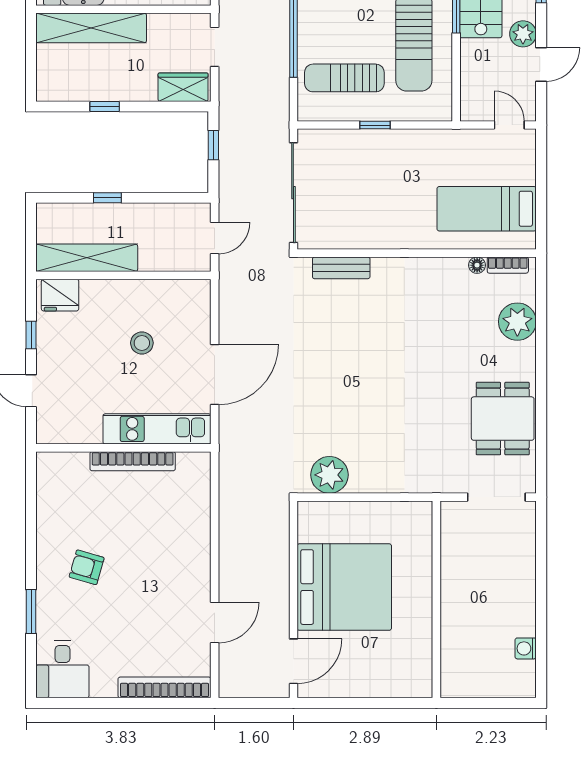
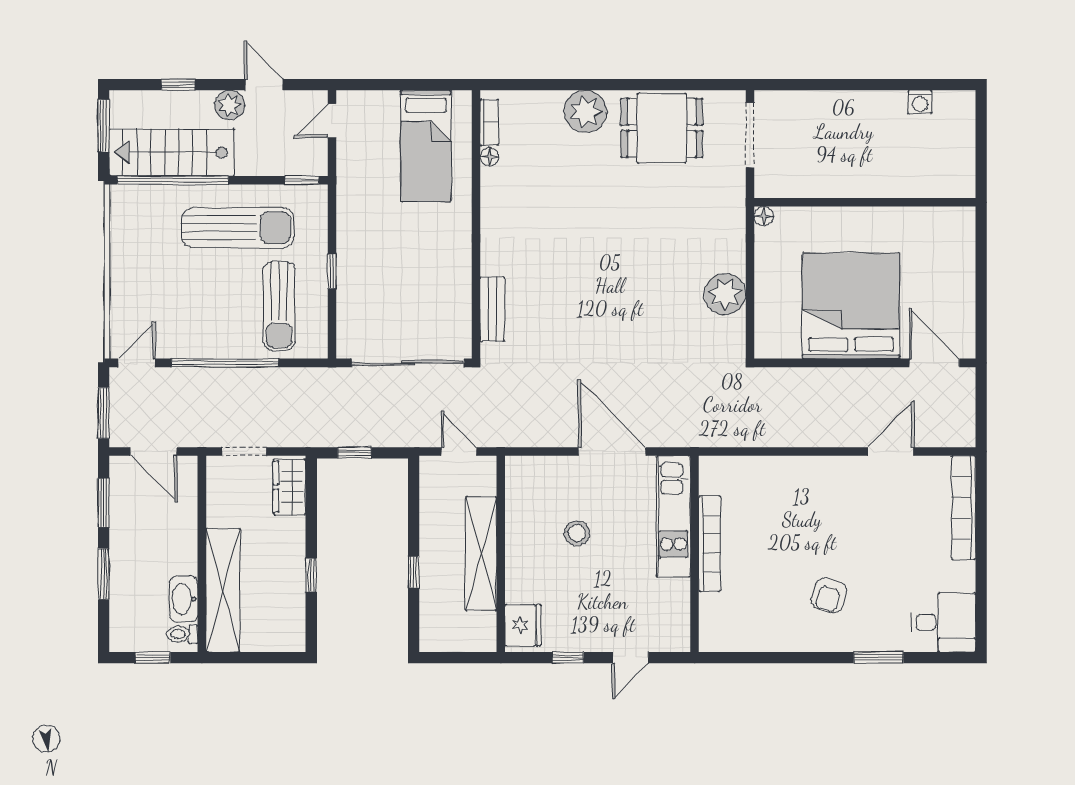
window: (456, 98) -> (302, 180), added
shelving: (87, 258) -> (481, 554), moved
plant: (517, 322) -> (585, 111), moved
plant: (329, 475) -> (725, 294), moved
floor lamp: (424, 509) -> (764, 216), added
door: (215, 623) -> (891, 451), hinge flipped

